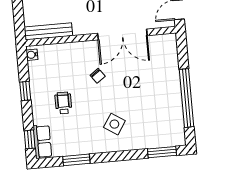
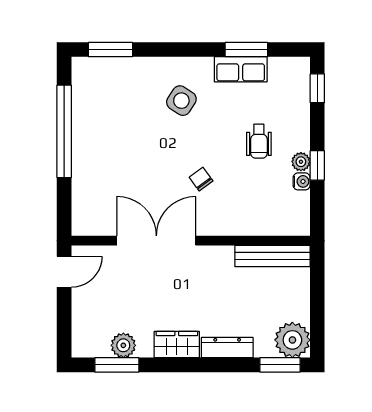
water cooler: (32, 55) -> (302, 181), moved
plant: (36, 92) -> (301, 162), added
row of seats: (42, 142) -> (241, 69), moved, turned -90

